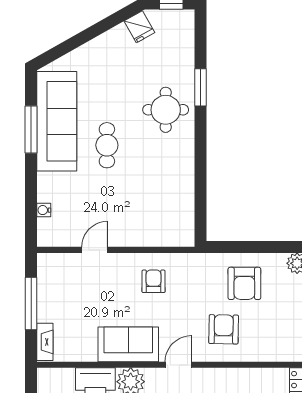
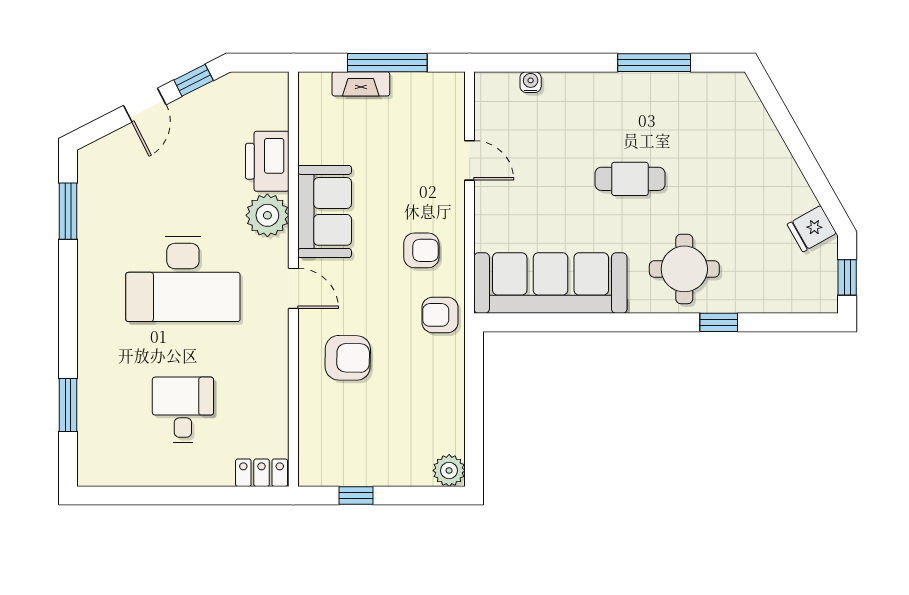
window: (200, 87) -> (719, 322), width x0.67
sofa: (57, 121) -> (550, 283), moved, turned 180
armchair: (244, 283) -> (440, 315), moved, width x0.72, depth x0.72
fireplace: (45, 342) -> (361, 84), moved

